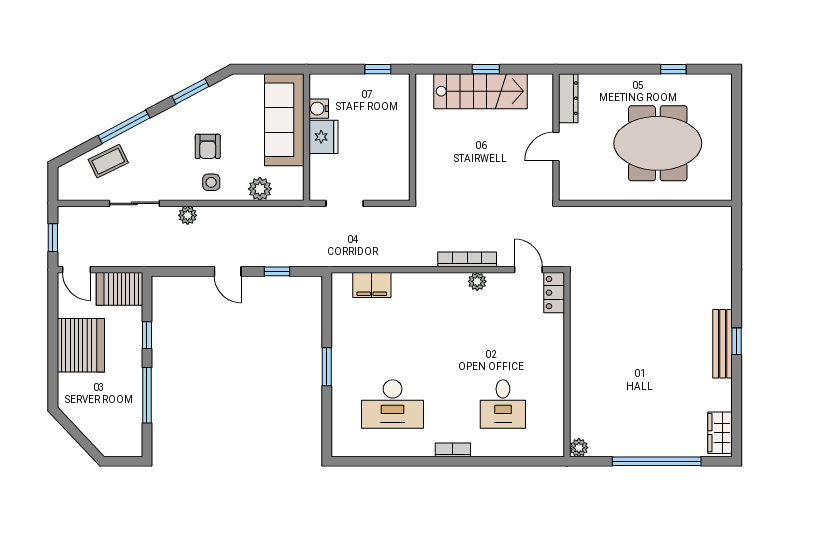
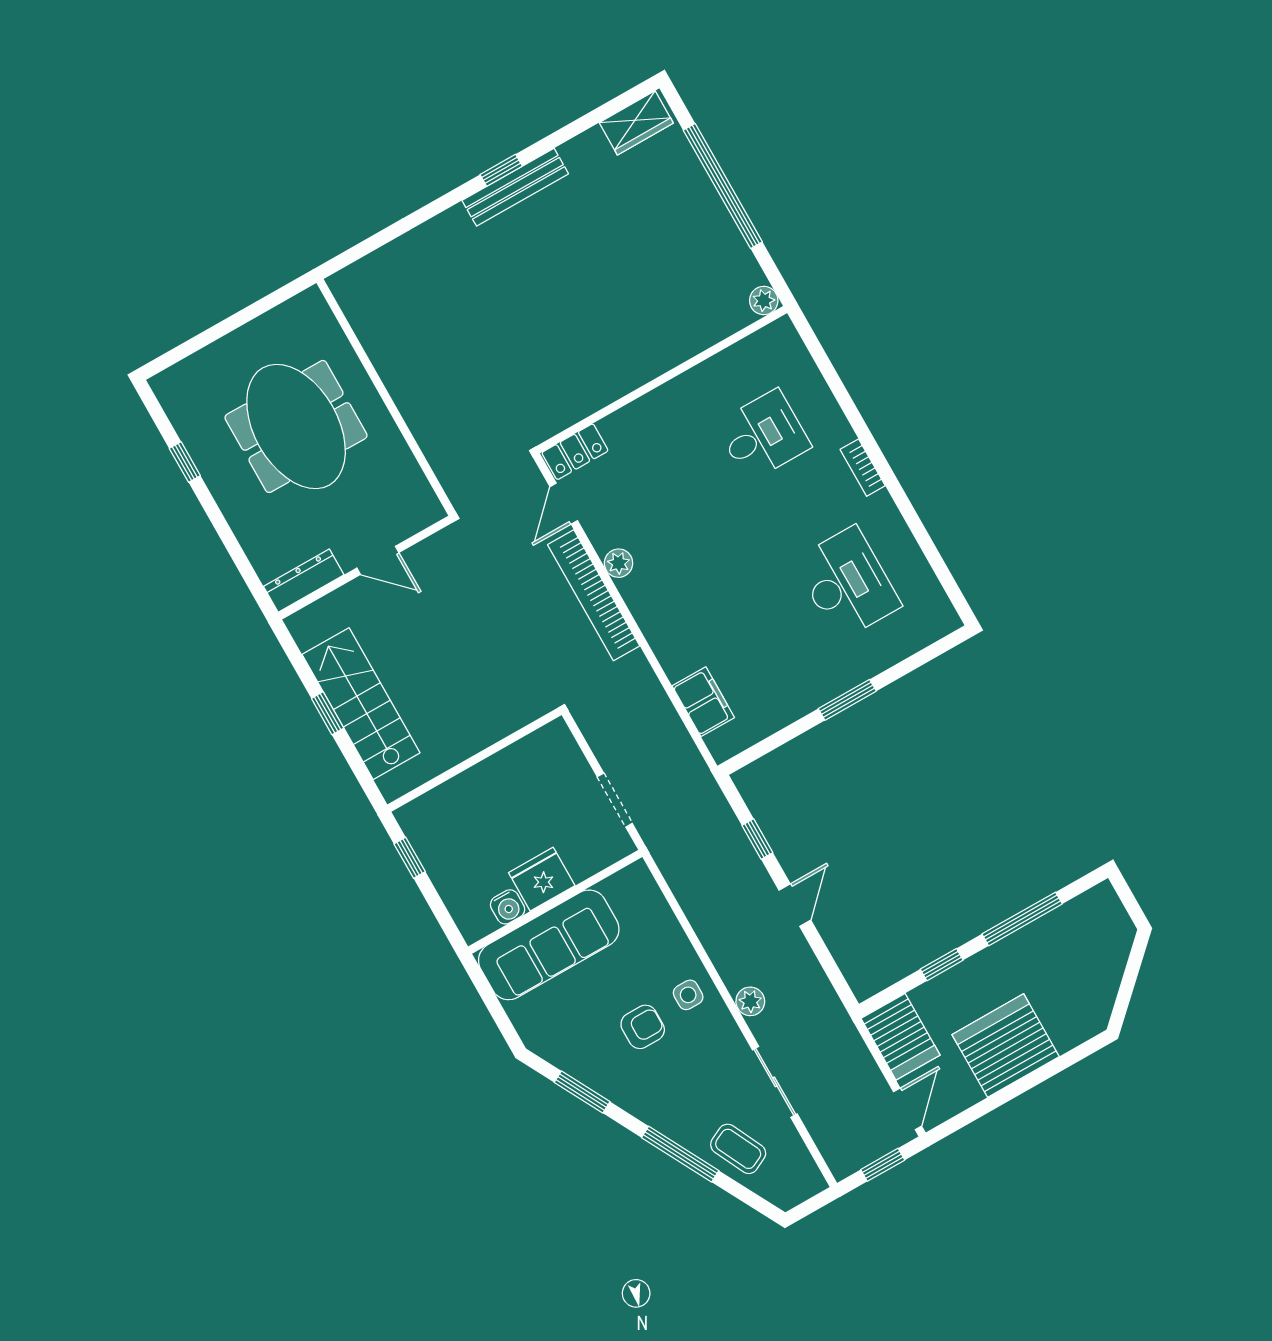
plant: (260, 189) -> (660, 925), removed
bookcase: (467, 259) -> (594, 595), width x1.48, depth x1.31

